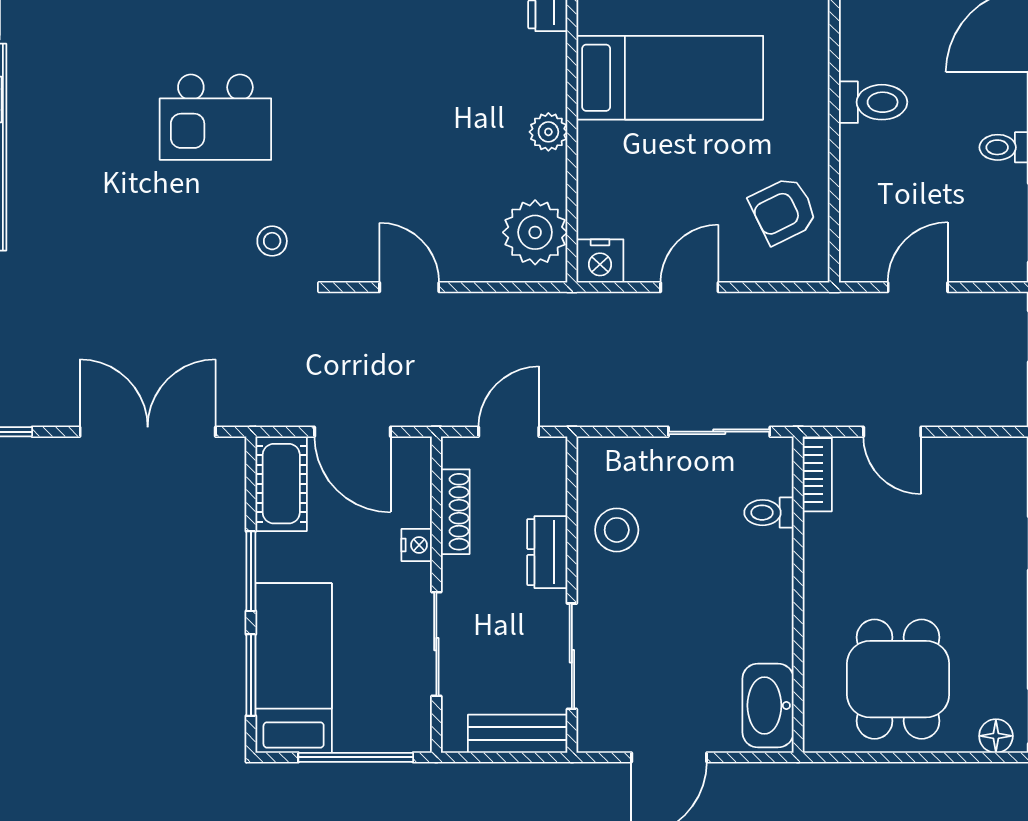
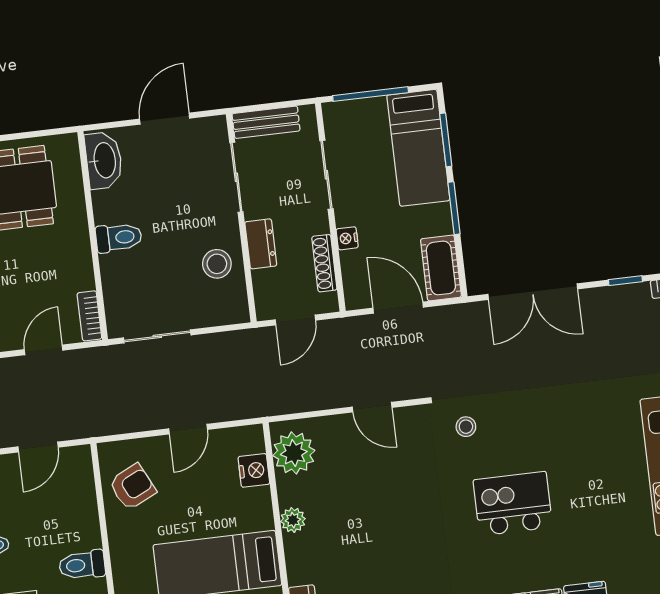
nightstand: (600, 261) -> (254, 470), moved, turned 90
door: (892, 432) -> (44, 350), hinge flipped
toilet: (769, 513) -> (119, 238), moved, width x1.37, depth x1.39

